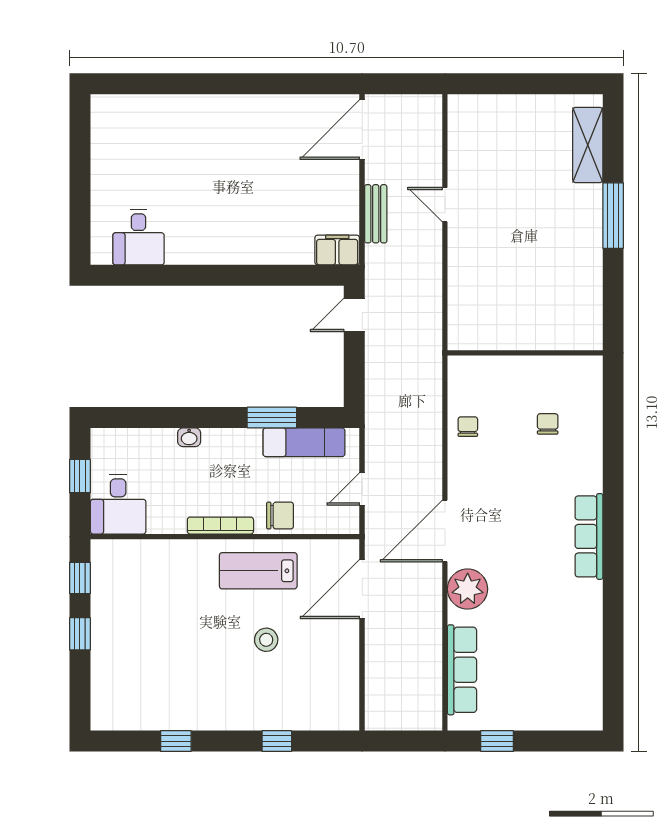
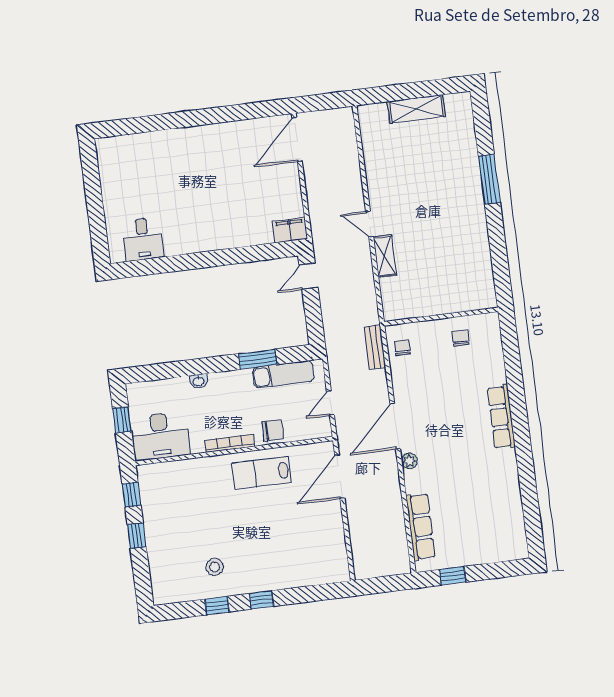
shelving: (588, 145) -> (416, 109), moved, turned 90
door: (445, 205) -> (370, 224), moved
bench: (376, 214) -> (375, 347), moved
shelving: (460, 301) -> (385, 256), added
wall: (525, 353) -> (441, 317), moved
desk: (118, 504) -> (160, 436), width x1.37
plant: (468, 589) -> (409, 461), width x0.53, depth x0.53
stool: (266, 640) -> (215, 567), moved
window: (277, 741) -> (261, 600), moved

